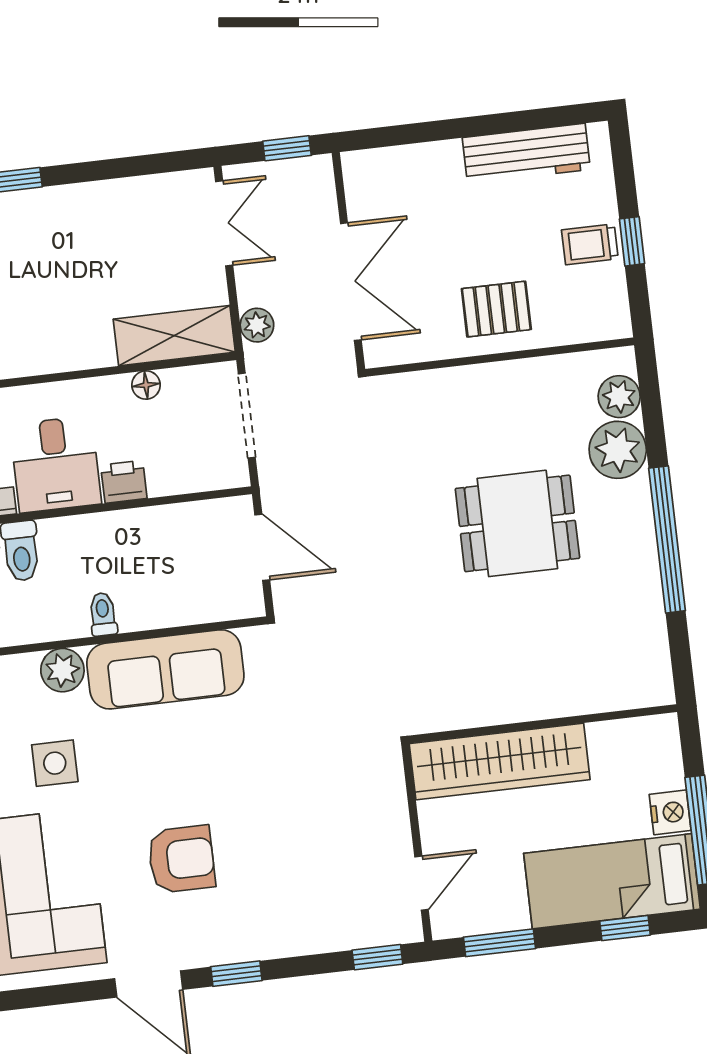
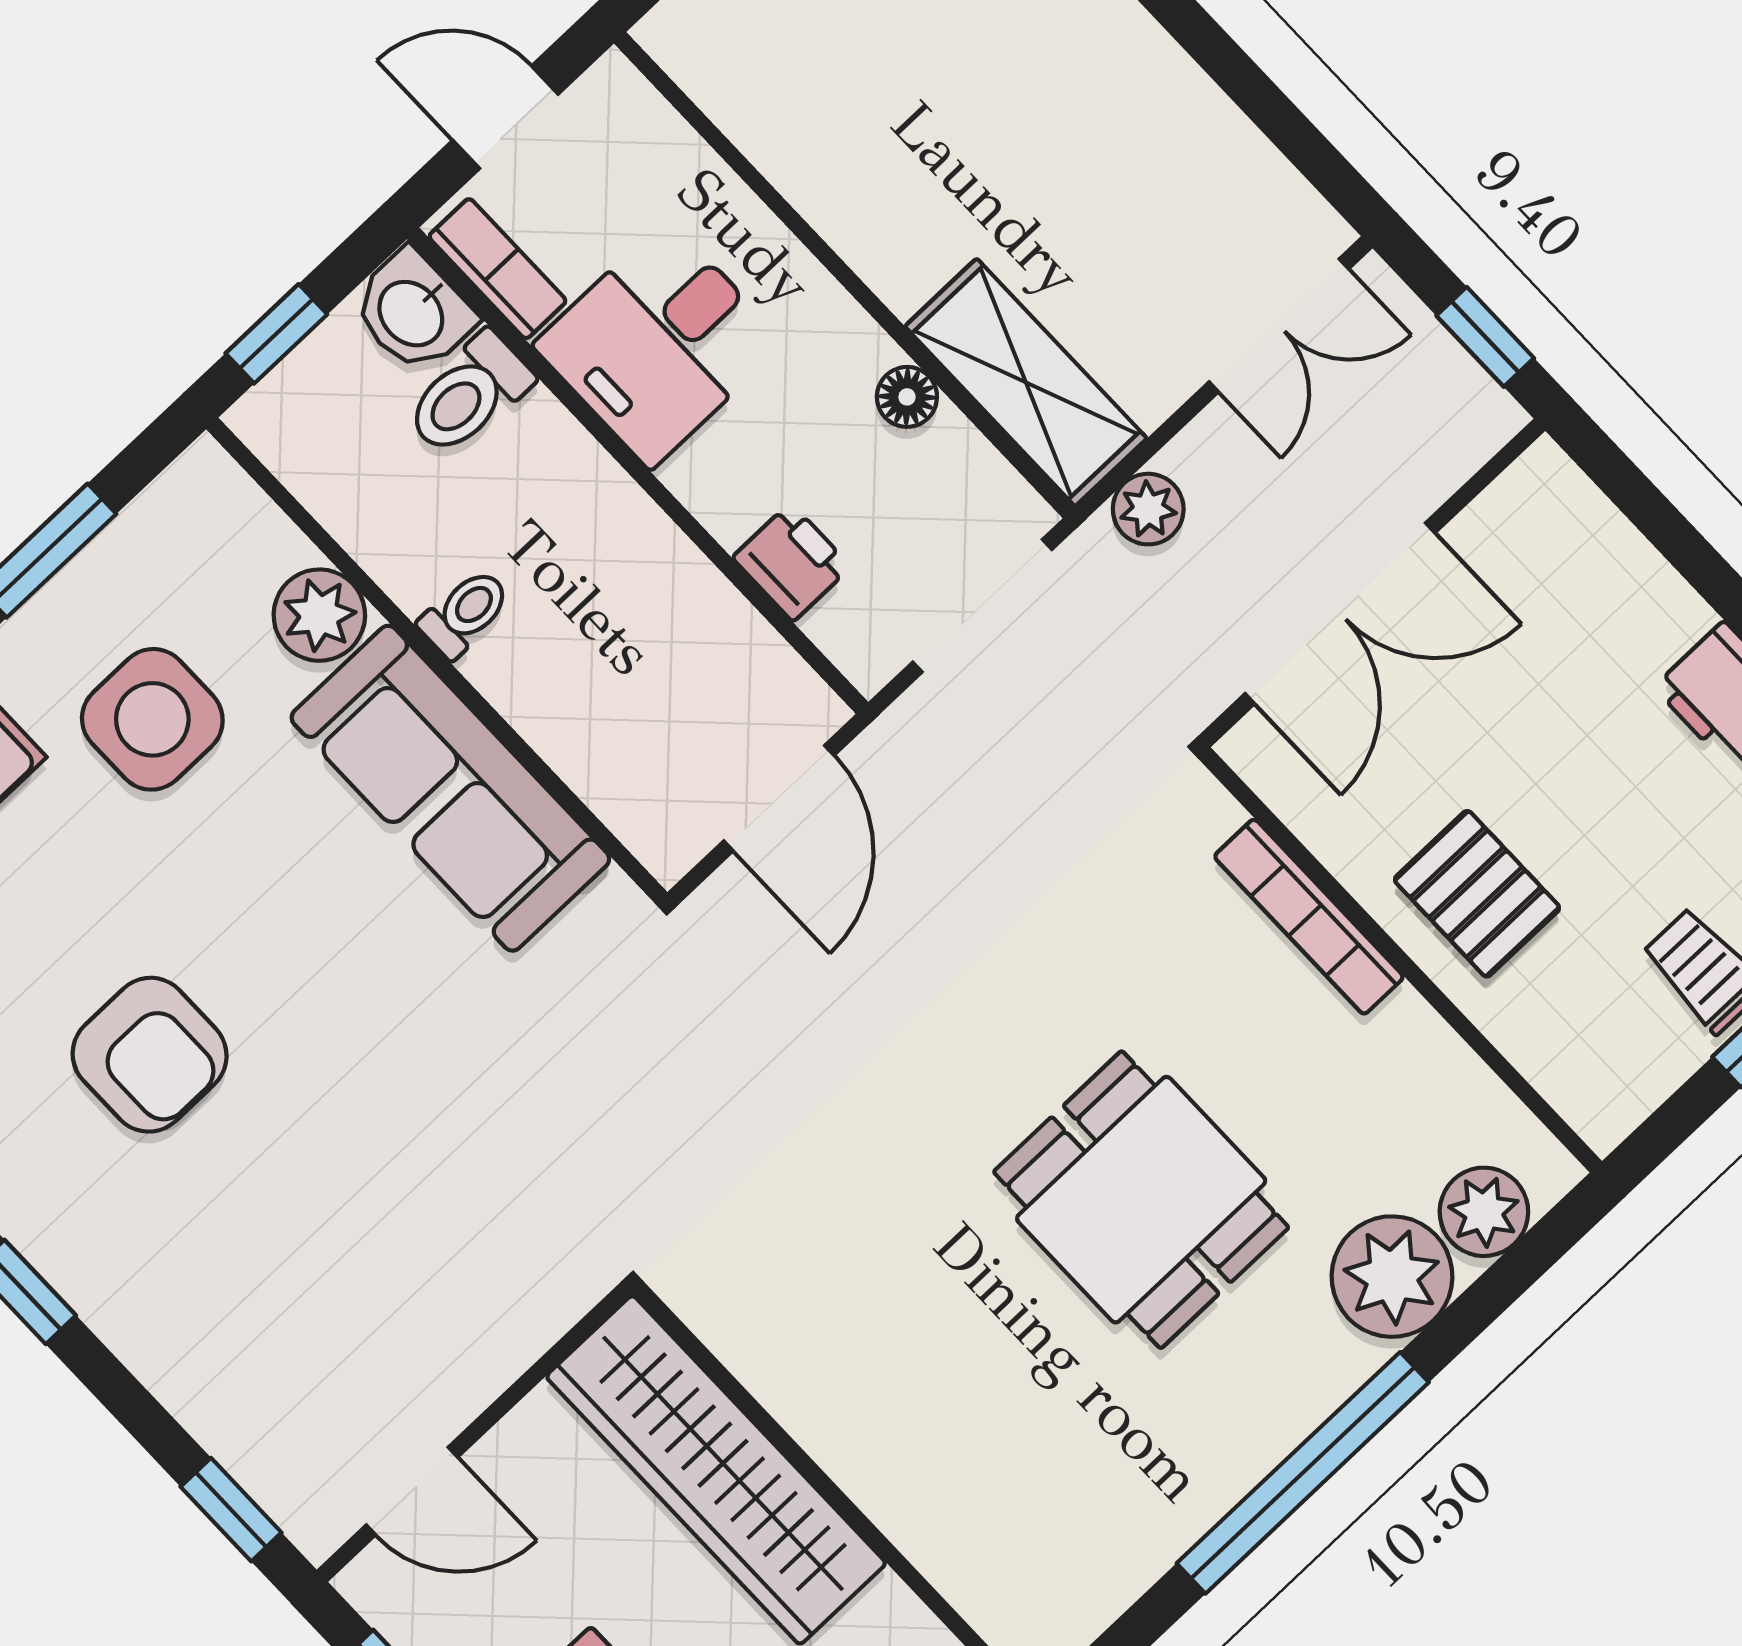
bookcase: (457, 379) -> (1309, 917), added
printer: (124, 482) -> (792, 562), moved
side table: (55, 763) -> (152, 719), width x1.37, depth x1.37

